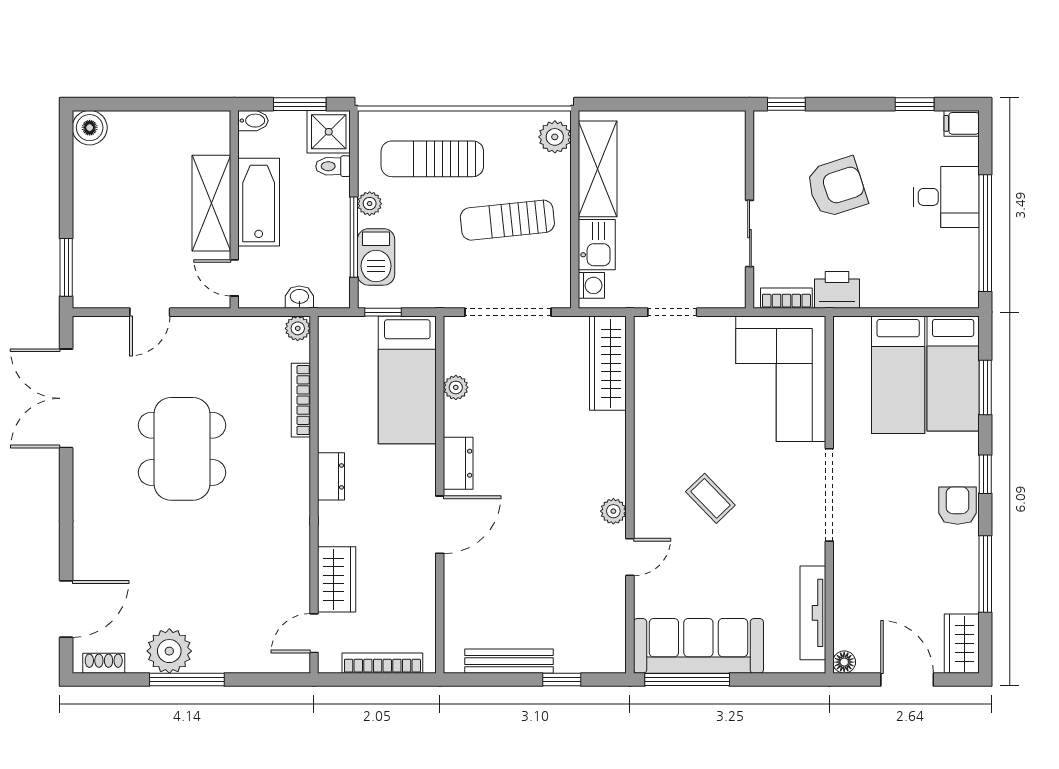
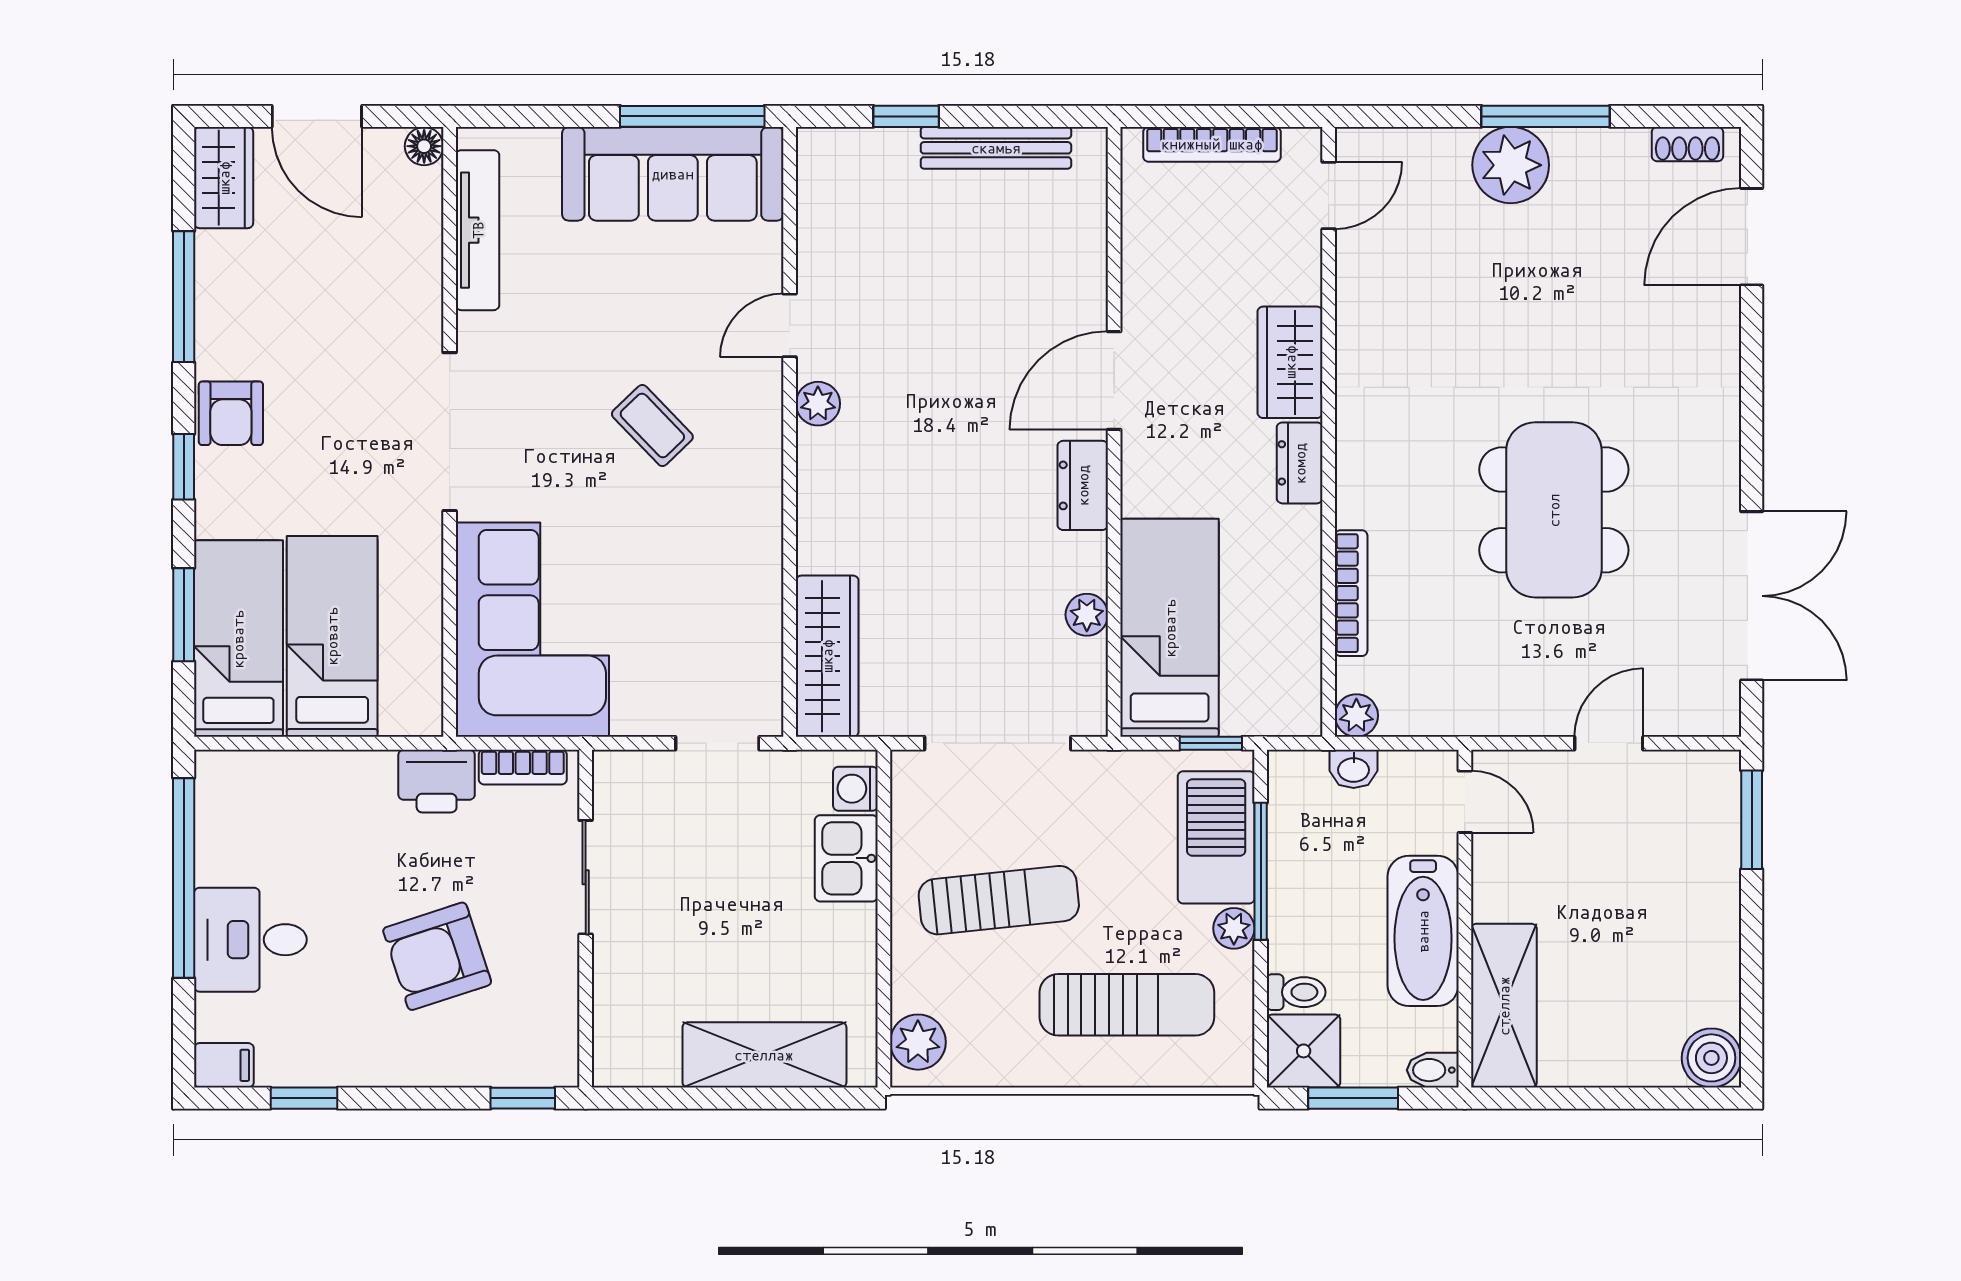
shelving: (598, 169) -> (764, 1055), moved, turned 90
shelving: (211, 203) -> (1504, 1006), moved
barbecue: (376, 257) -> (1216, 837), width x1.37, depth x1.21
wardrobe: (337, 579) -> (1290, 362), moved
plant: (169, 651) -> (1511, 165), moved

